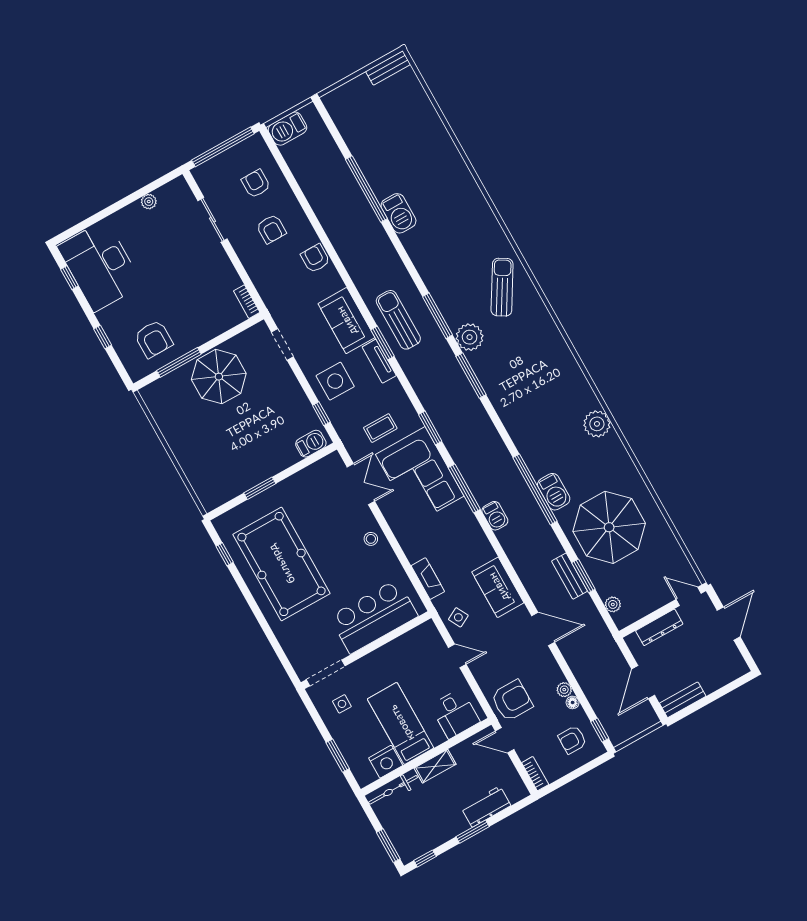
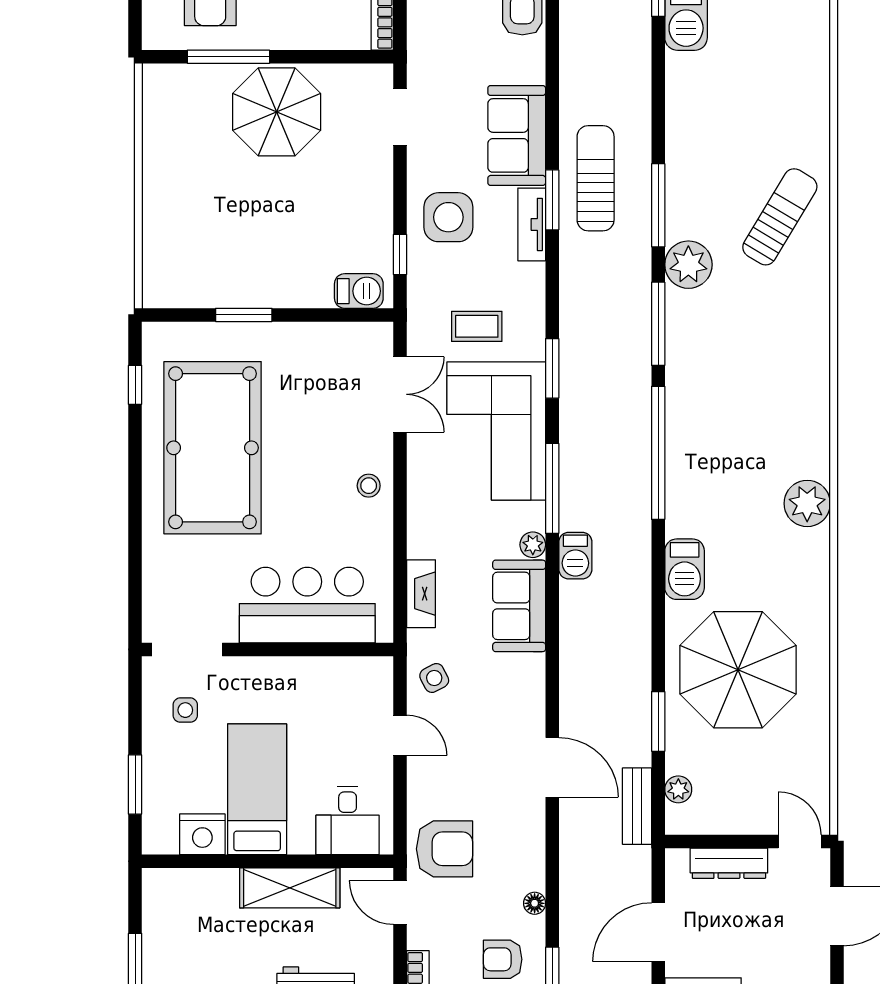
window: (535, 489) -> (658, 453), moved
bench: (570, 576) -> (637, 806), moved
sofa: (498, 587) -> (519, 606), moved
plant: (564, 690) -> (533, 545), moved
shelving: (435, 766) -> (290, 888), width x1.50, depth x1.33
bicycle: (393, 790) -> (190, 883), removed

